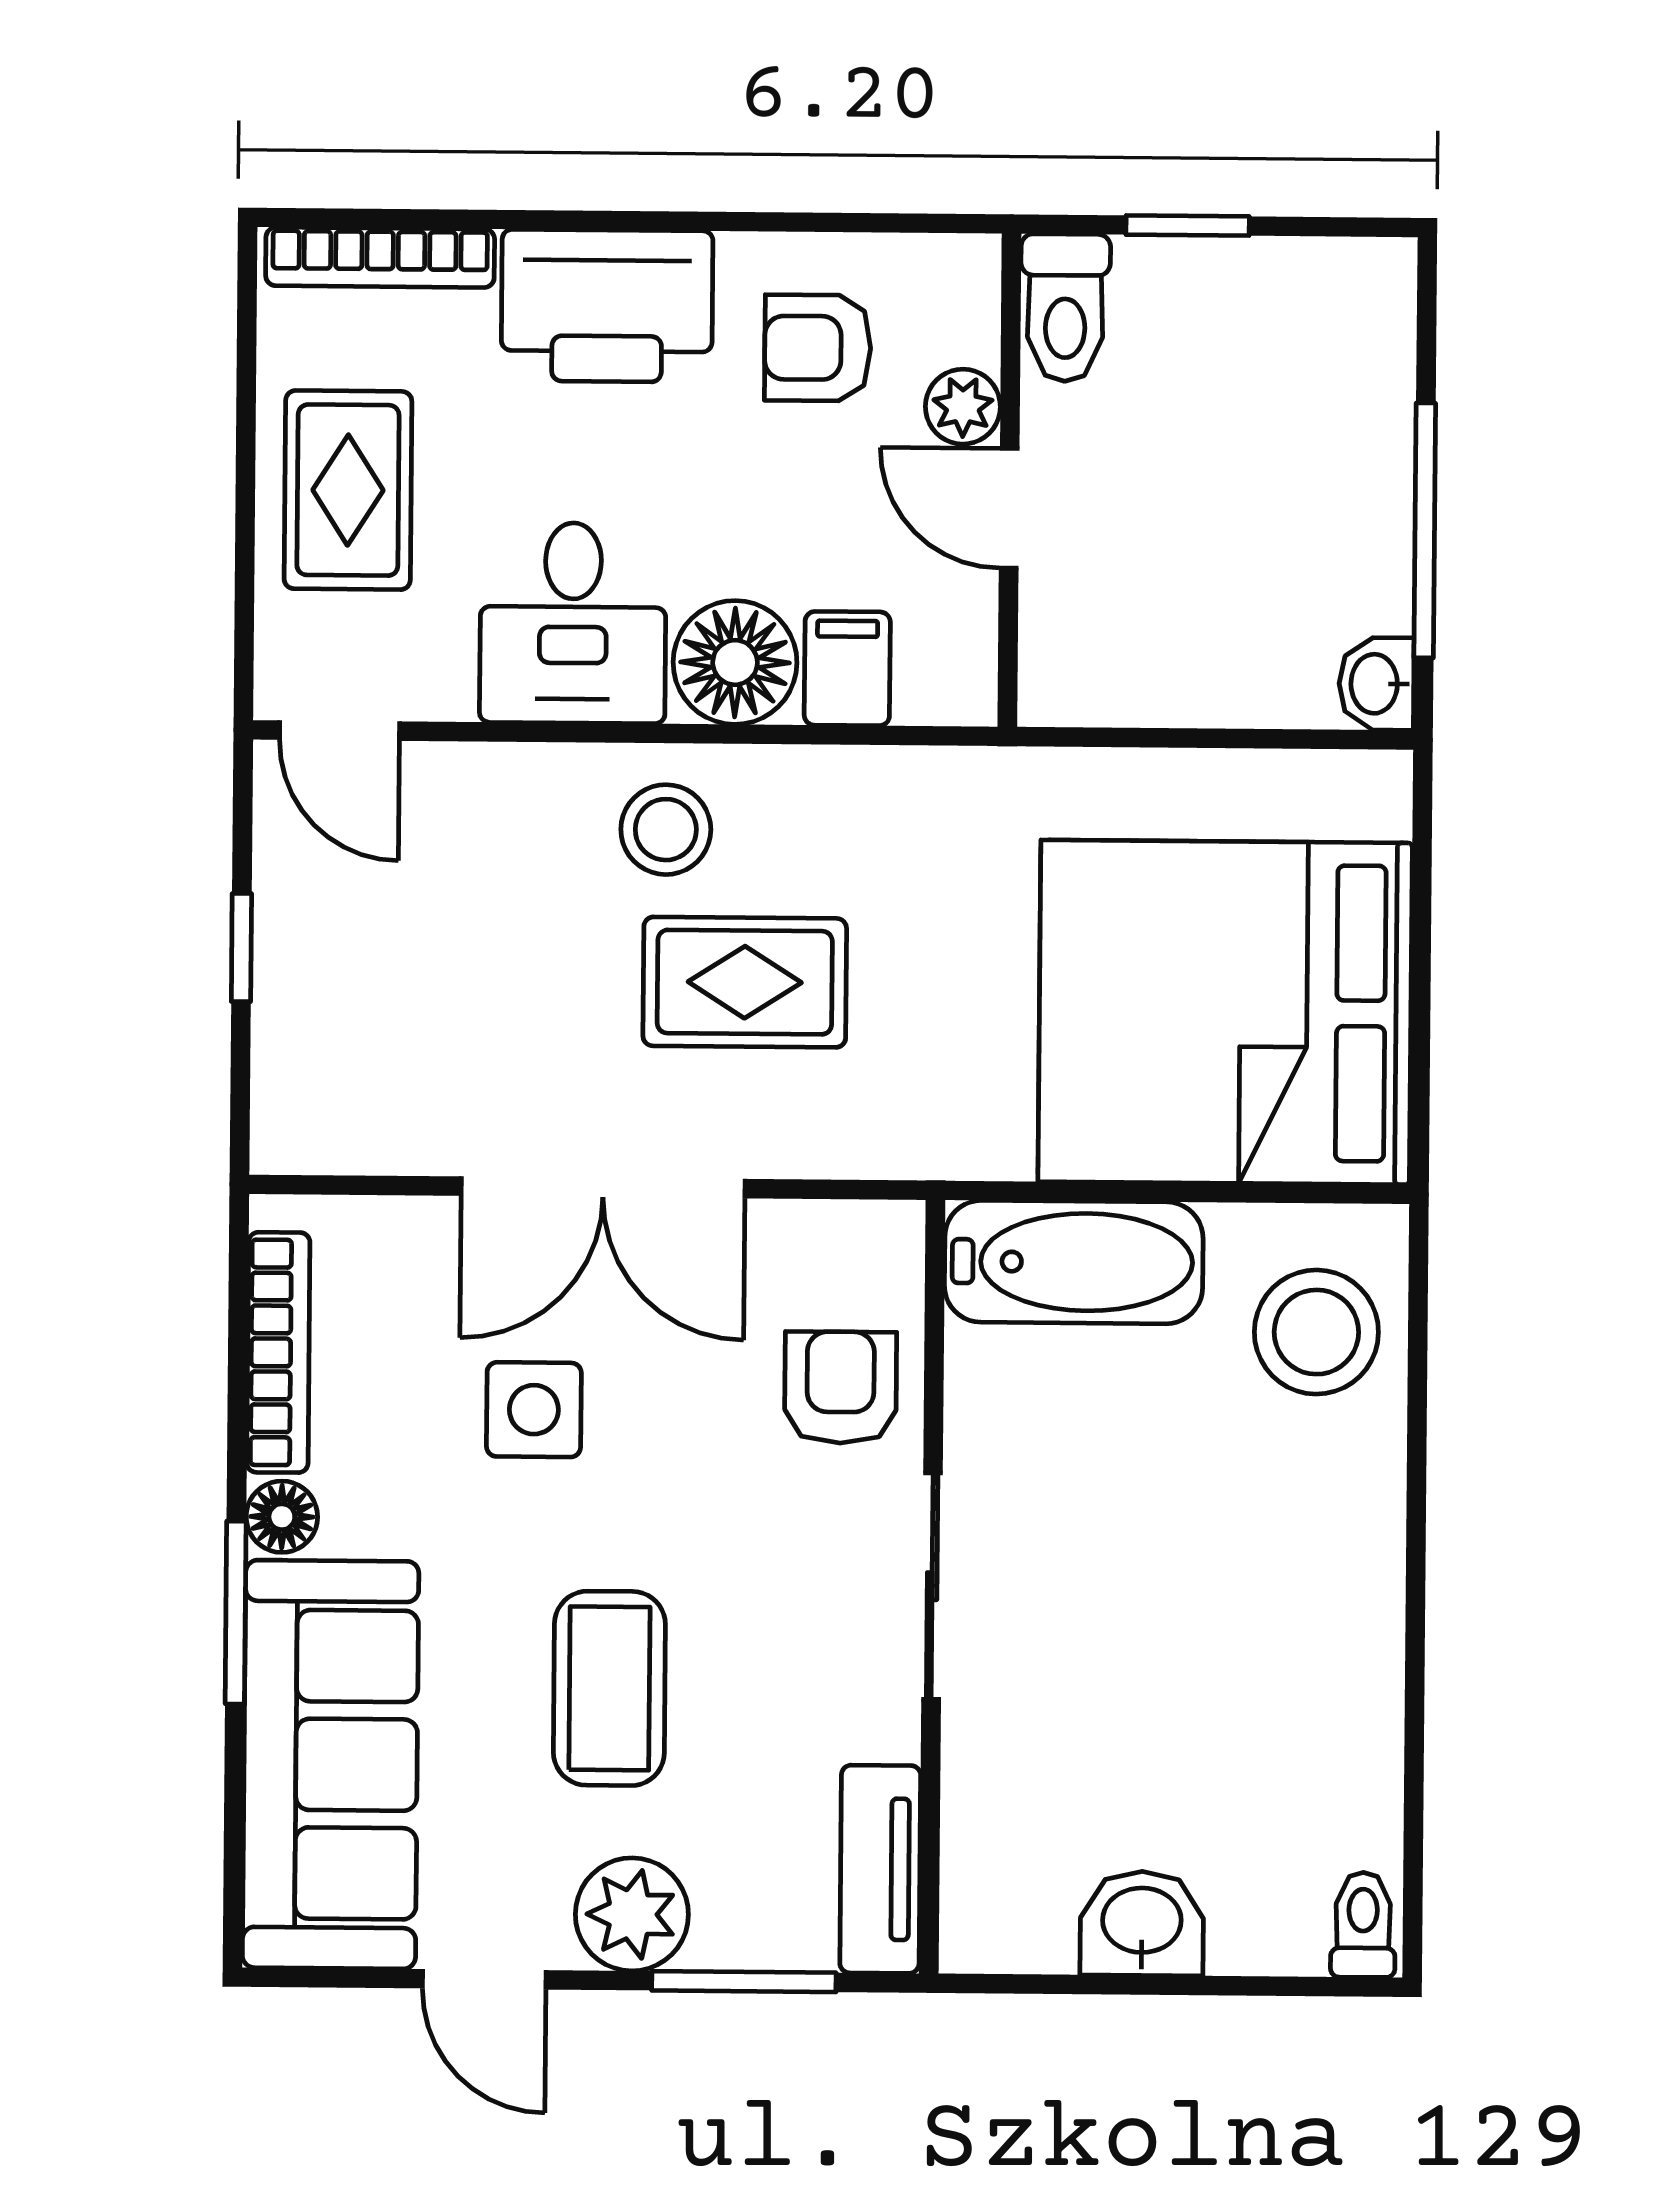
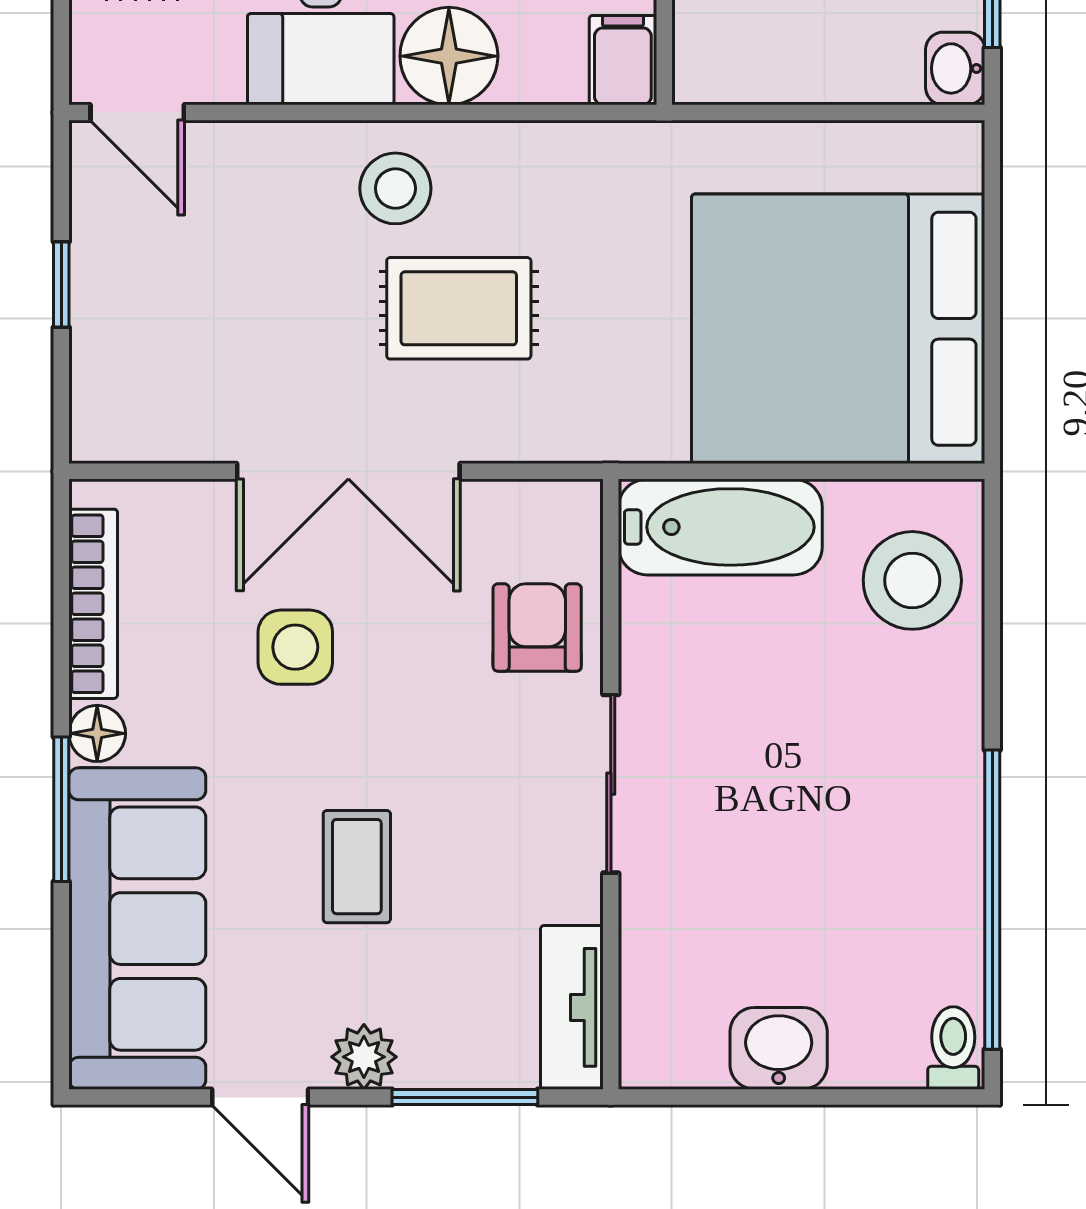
filing cabinet: (847, 669) -> (623, 60), moved
coffee table: (609, 1688) -> (357, 867), width x0.73, depth x0.77
window: (1414, 1737) -> (992, 900), added
plant: (632, 1914) -> (364, 1057), width x0.73, depth x0.73

